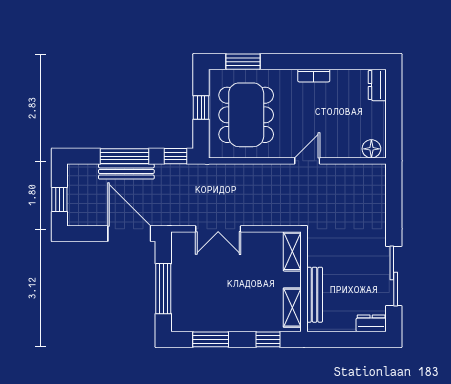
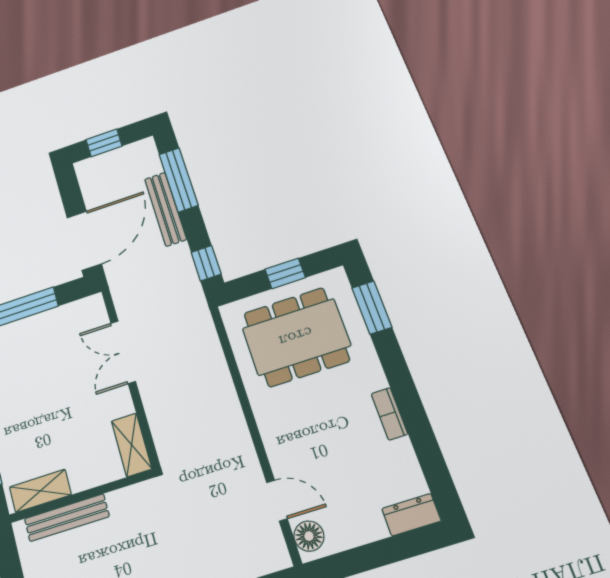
window: (124, 156) -> (179, 180), moved
door: (307, 161) -> (277, 501), moved
shelving: (292, 251) -> (132, 445), moved, turned 90

